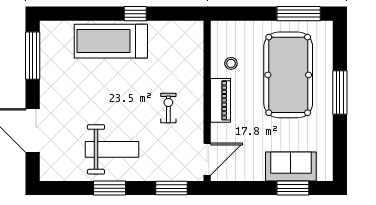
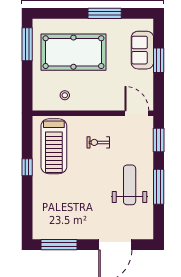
treadmill: (111, 41) -> (54, 146), moved
window: (340, 92) -> (105, 13), moved
piano: (220, 100) -> (93, 103), removed
window: (109, 188) -> (159, 187), width x1.44
window: (293, 188) -> (159, 60), moved

